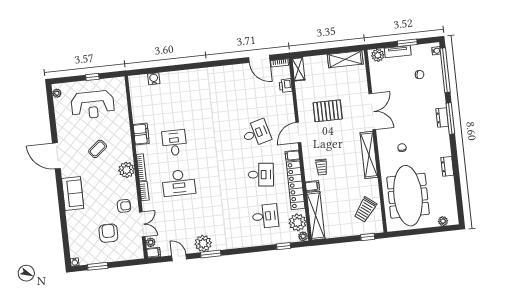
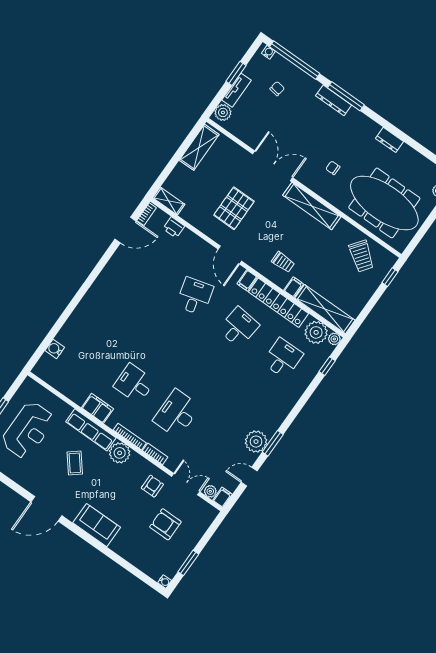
dresser: (442, 118) -> (334, 100), width x1.44
row of seats: (125, 141) -> (91, 430), added
desk: (179, 183) -> (177, 414), turned 180

